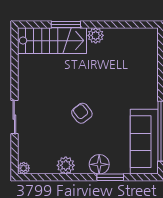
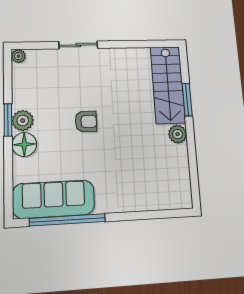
armchair: (82, 113) -> (86, 121), turned 38
plant: (66, 165) -> (23, 120), moved
window: (110, 177) -> (8, 120), moved

